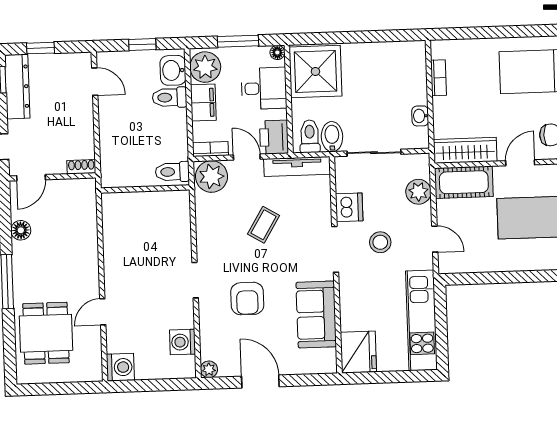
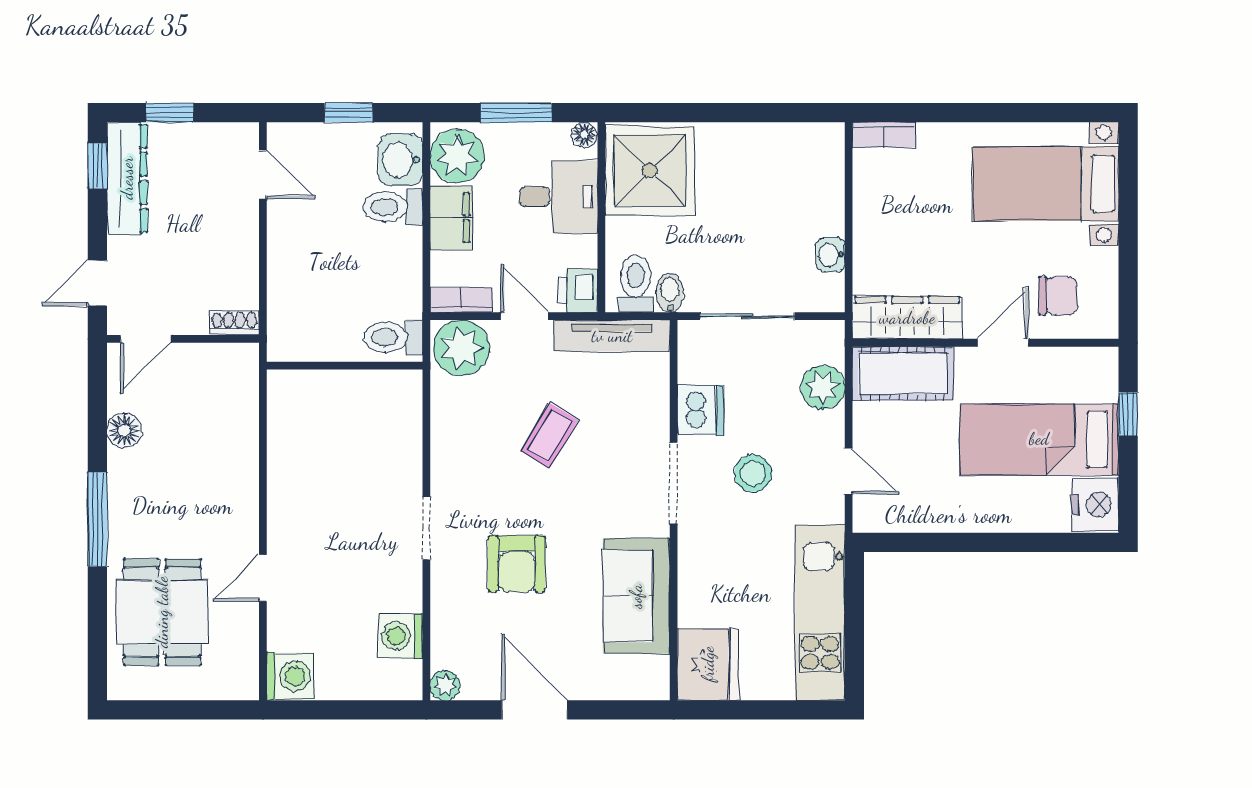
bookcase: (439, 78) -> (884, 135), moved, turned 90
printer: (274, 137) -> (578, 291), width x0.73, depth x0.81
bidet: (332, 137) -> (670, 293), width x0.72, depth x0.74

